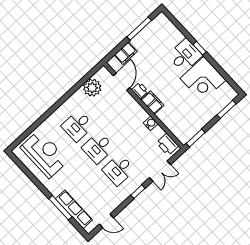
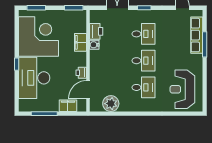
desk: (185, 55) -> (34, 78), width x1.87, depth x1.30
corner desk: (203, 79) -> (38, 37), width x1.36, depth x1.36
filing cabinet: (152, 102) -> (81, 42), moved
printer: (167, 144) -> (96, 31), moved

